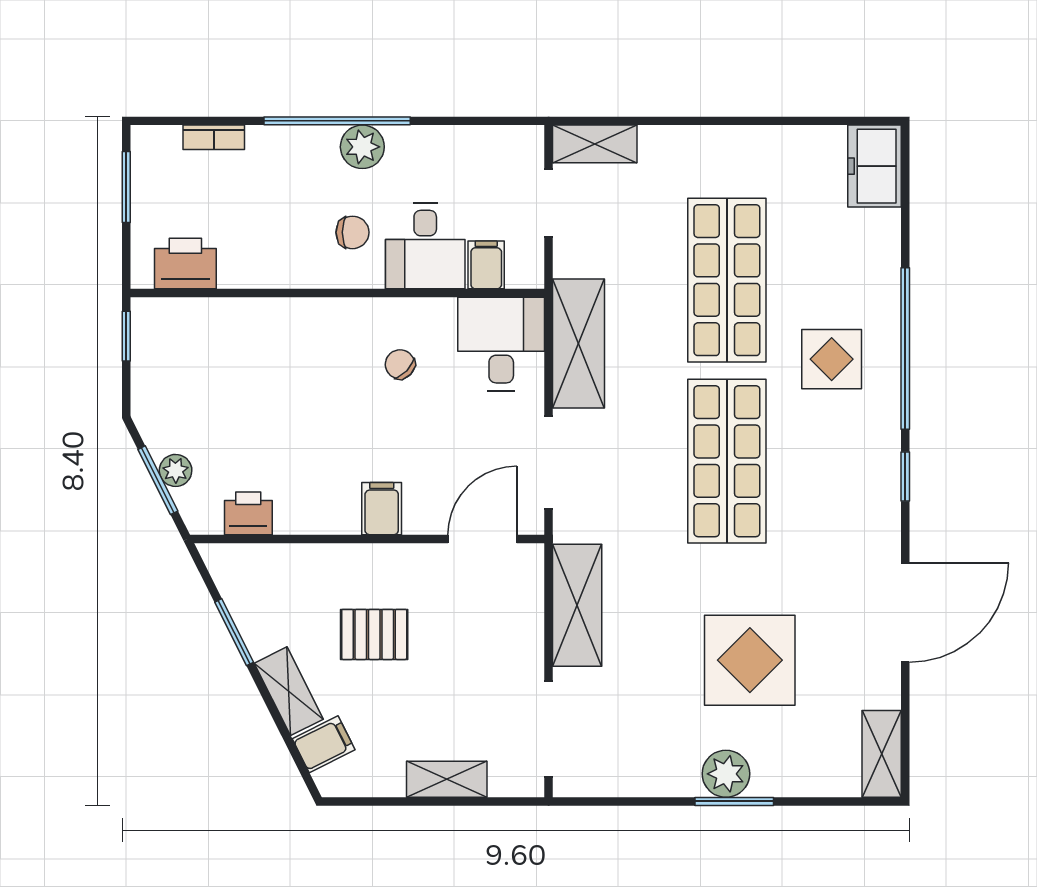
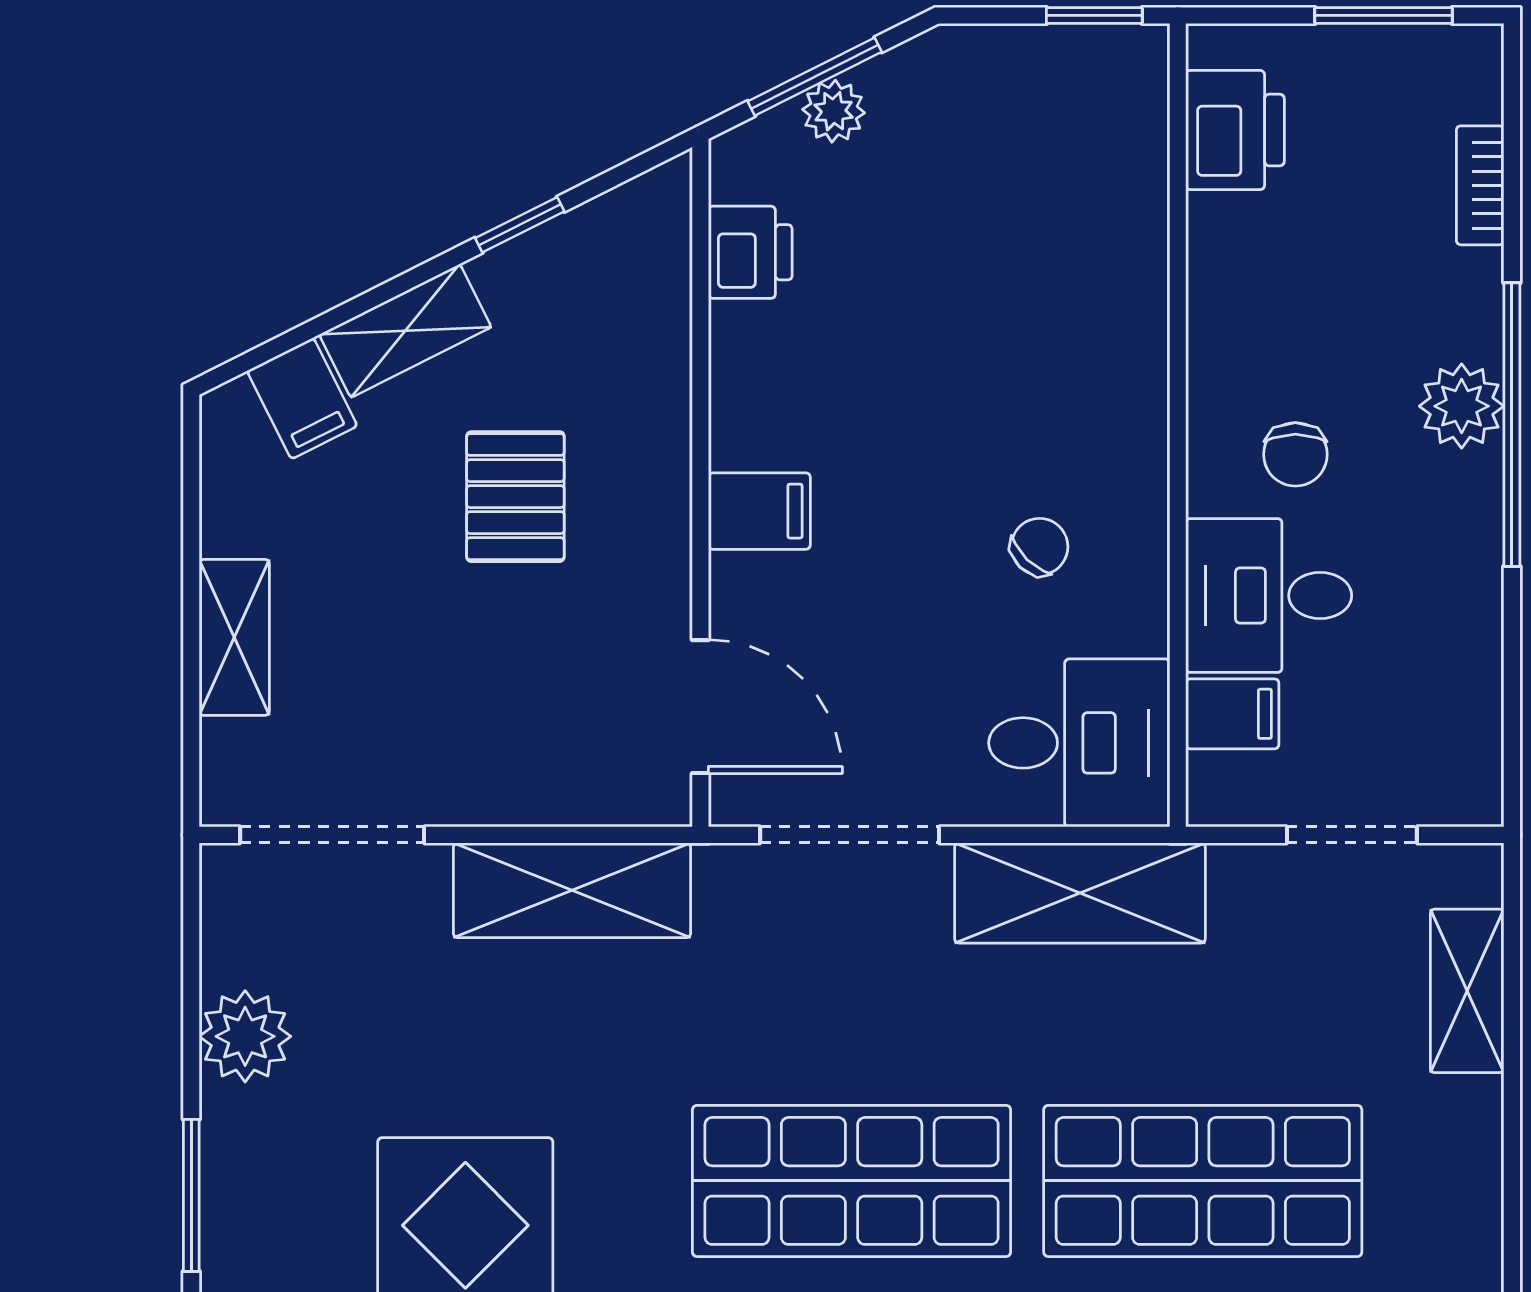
shelving: (595, 144) -> (1467, 991), moved
plant: (362, 147) -> (1462, 406), moved
window: (234, 632) -> (520, 225), width x0.67
plant: (726, 774) -> (245, 1036), moved

